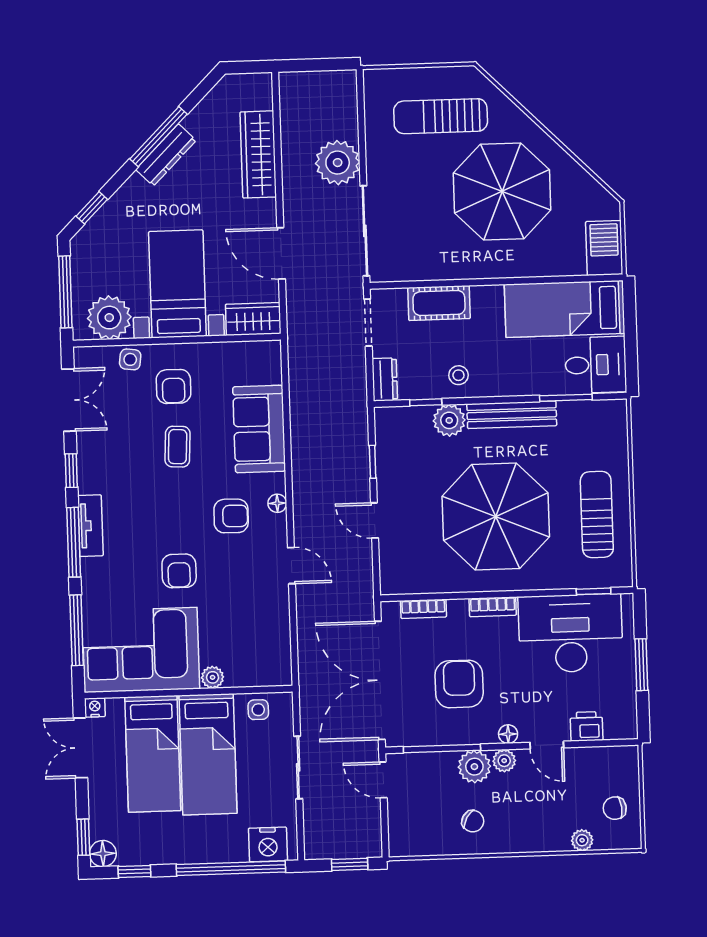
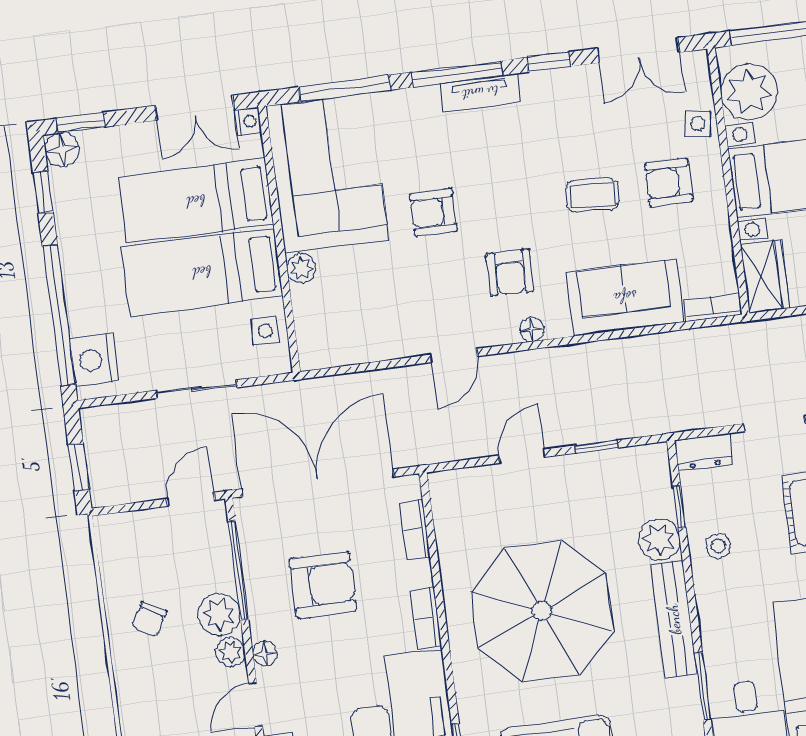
bookcase: (273, 362) -> (712, 307), added
double door: (80, 748) -> (195, 108), swing flipped

